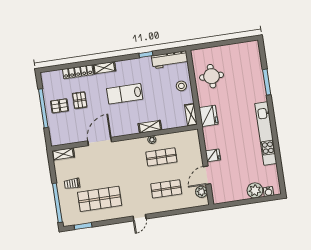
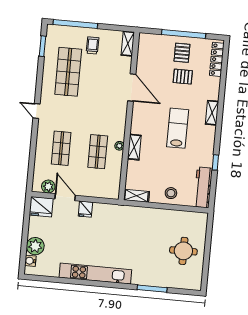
locker: (78, 72) -> (217, 59), moved
round table: (212, 76) -> (183, 251), moved
fridge: (209, 116) -> (41, 207), moved

